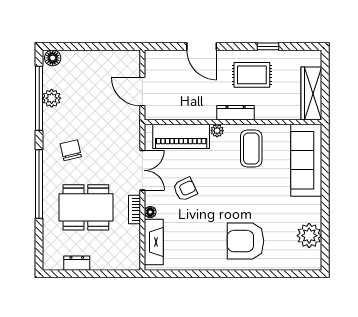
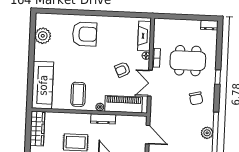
dresser: (236, 113) -> (103, 119), moved
window: (39, 184) -> (218, 77), width x0.32
dresser: (77, 263) -> (209, 25), moved

